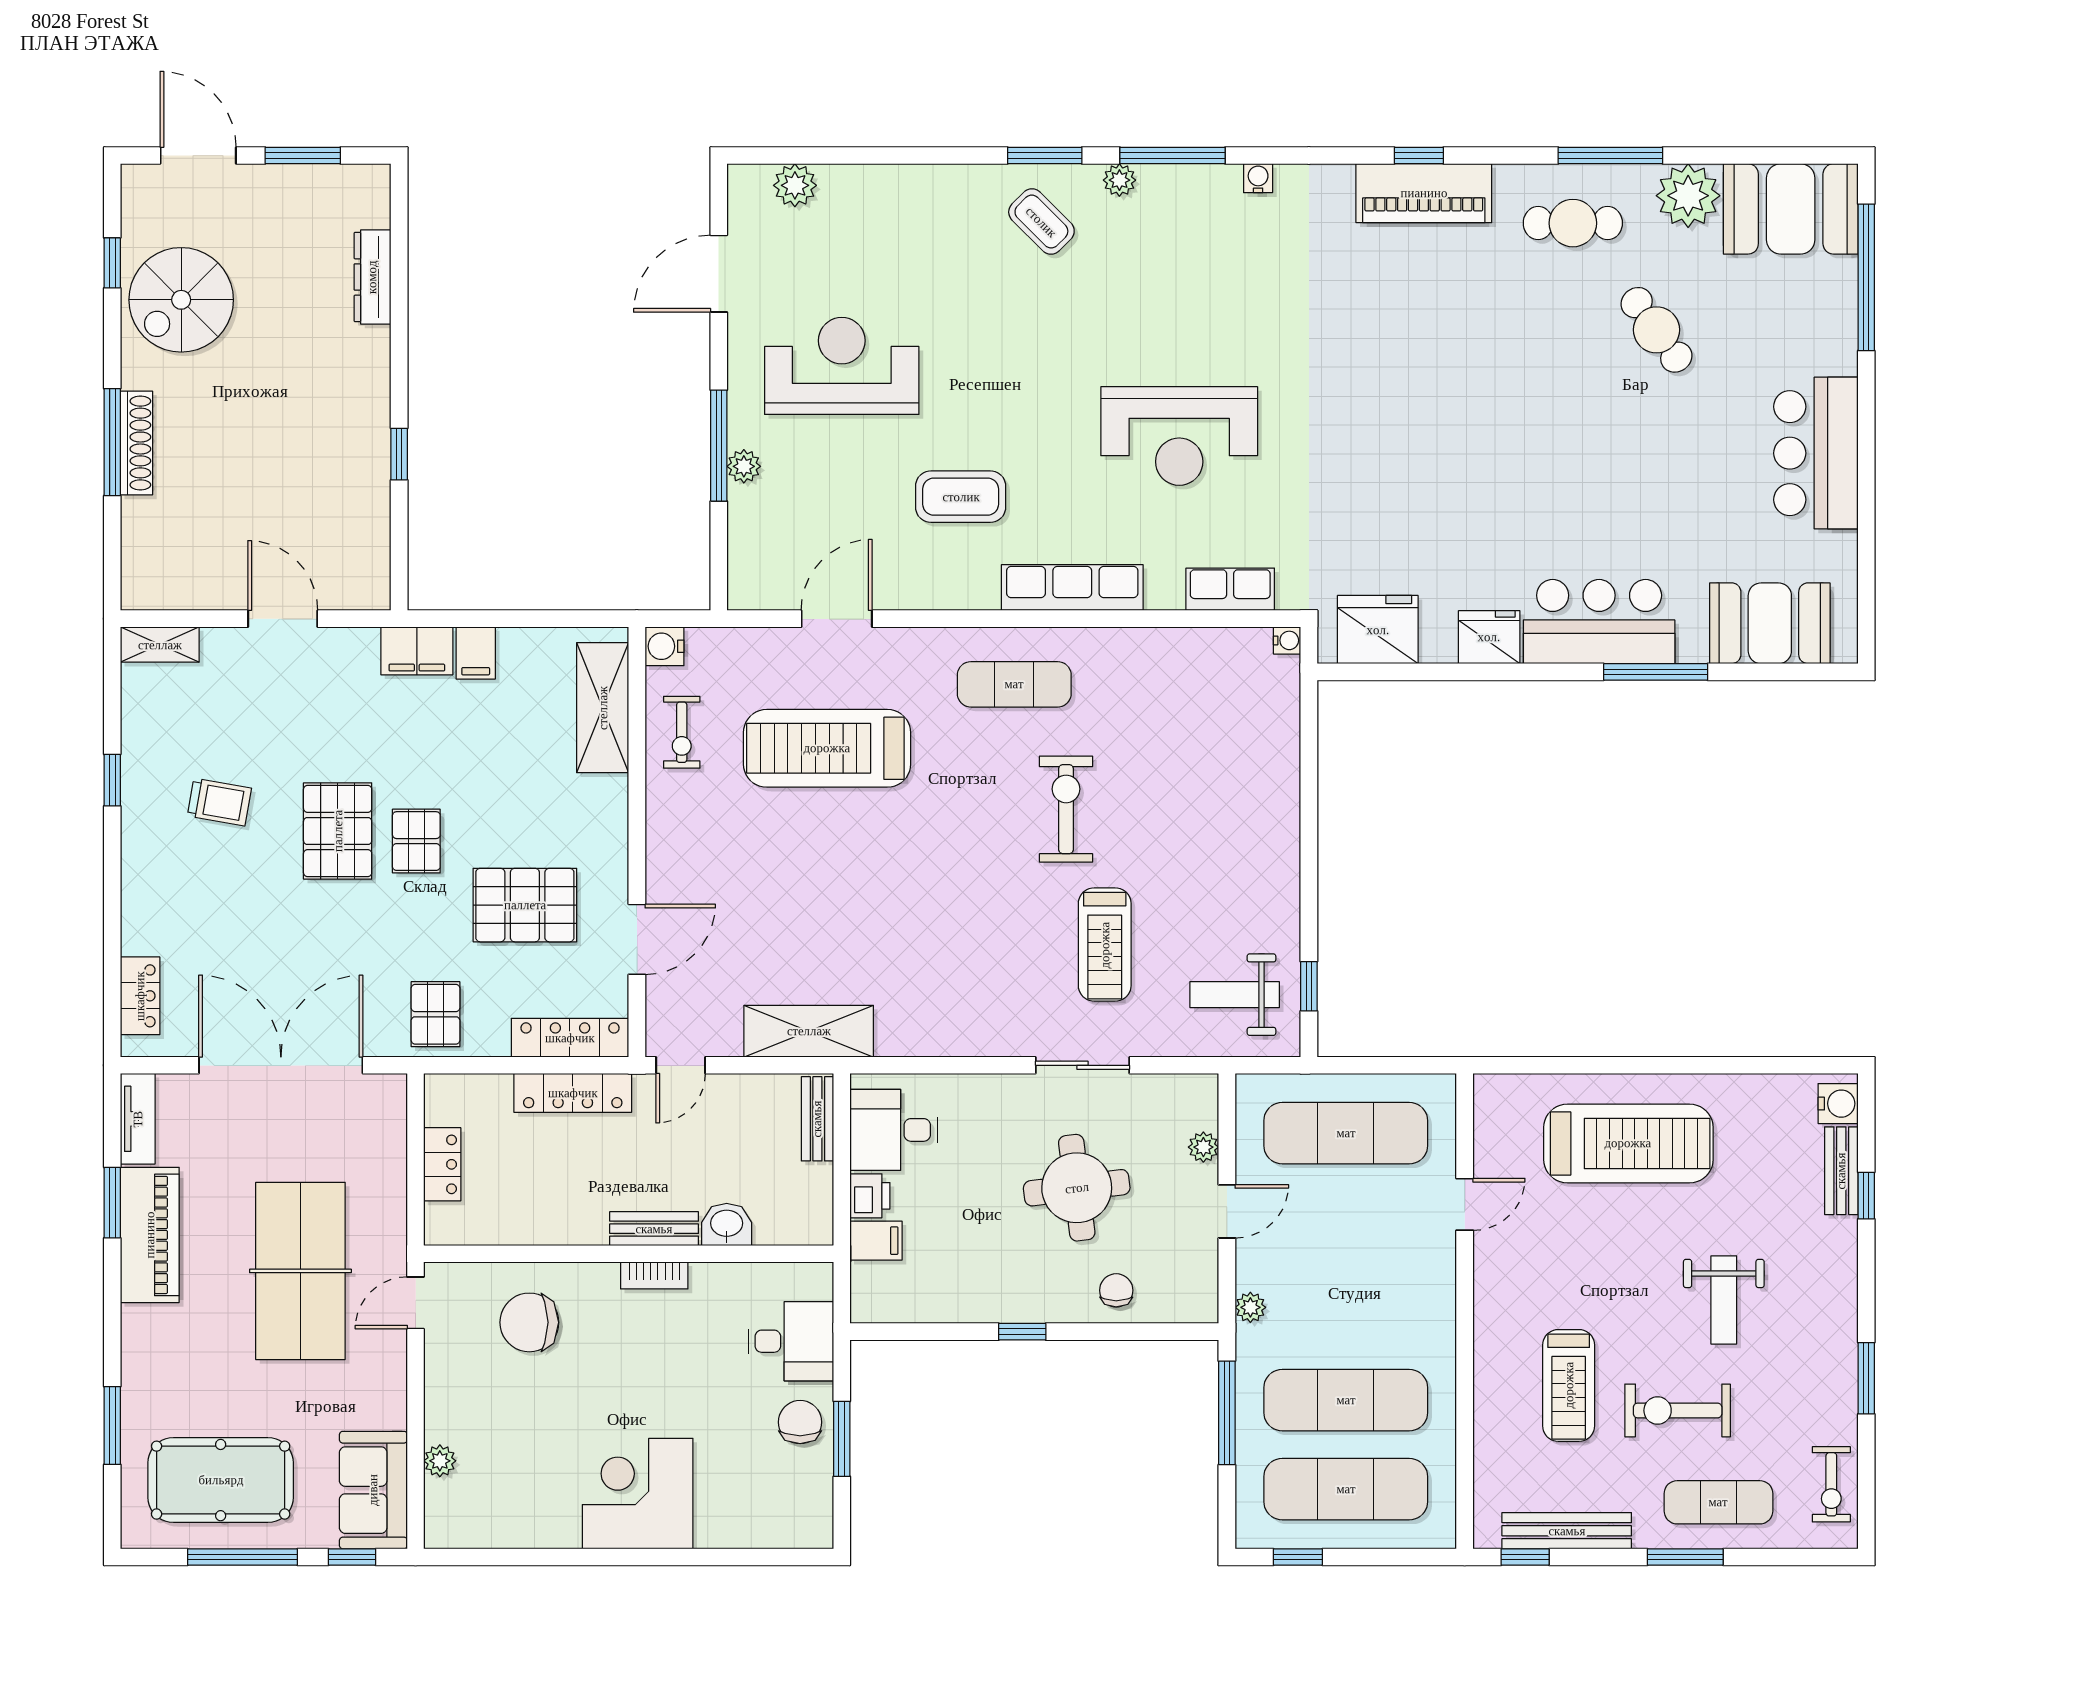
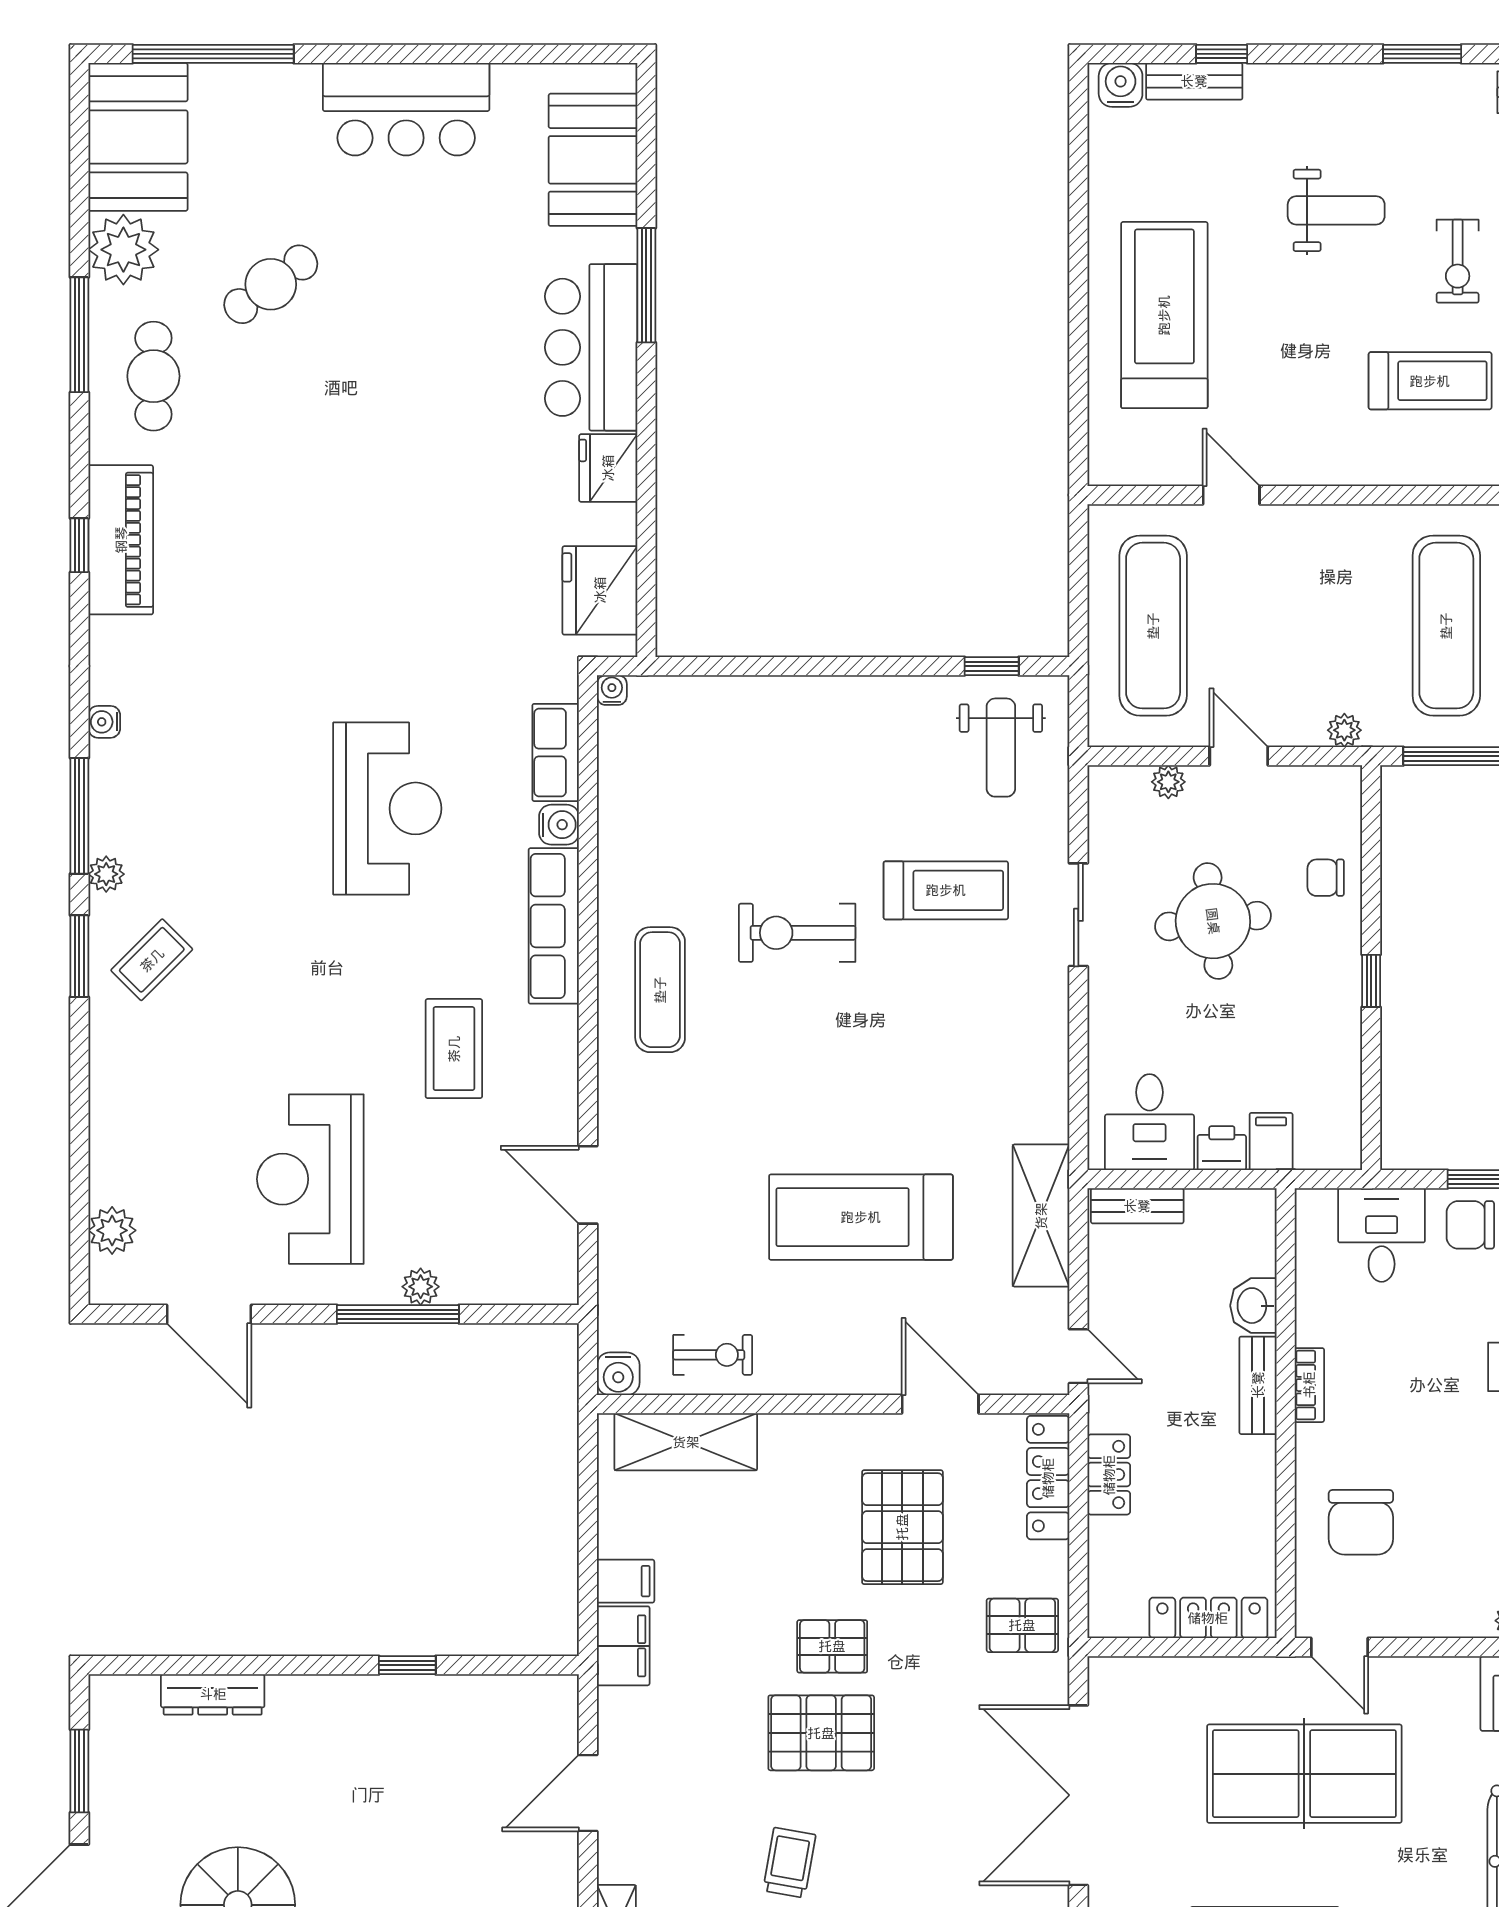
water cooler: (1164, 592) -> (559, 825), added
treadmill: (827, 748) -> (861, 1217), moved, turned 90
locker: (573, 1093) -> (1109, 1475), width x0.66
locker: (442, 1164) -> (1208, 1618), width x1.53
exercise bike: (1678, 1410) -> (1458, 261), width x0.73, depth x0.72

